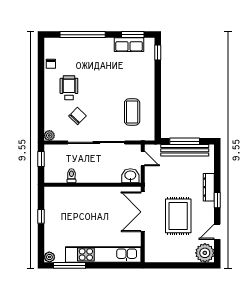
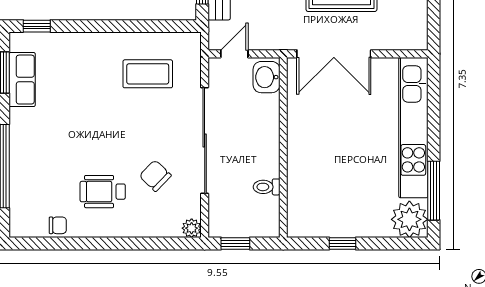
plant: (49, 257) -> (409, 219), width x1.88, depth x1.88

